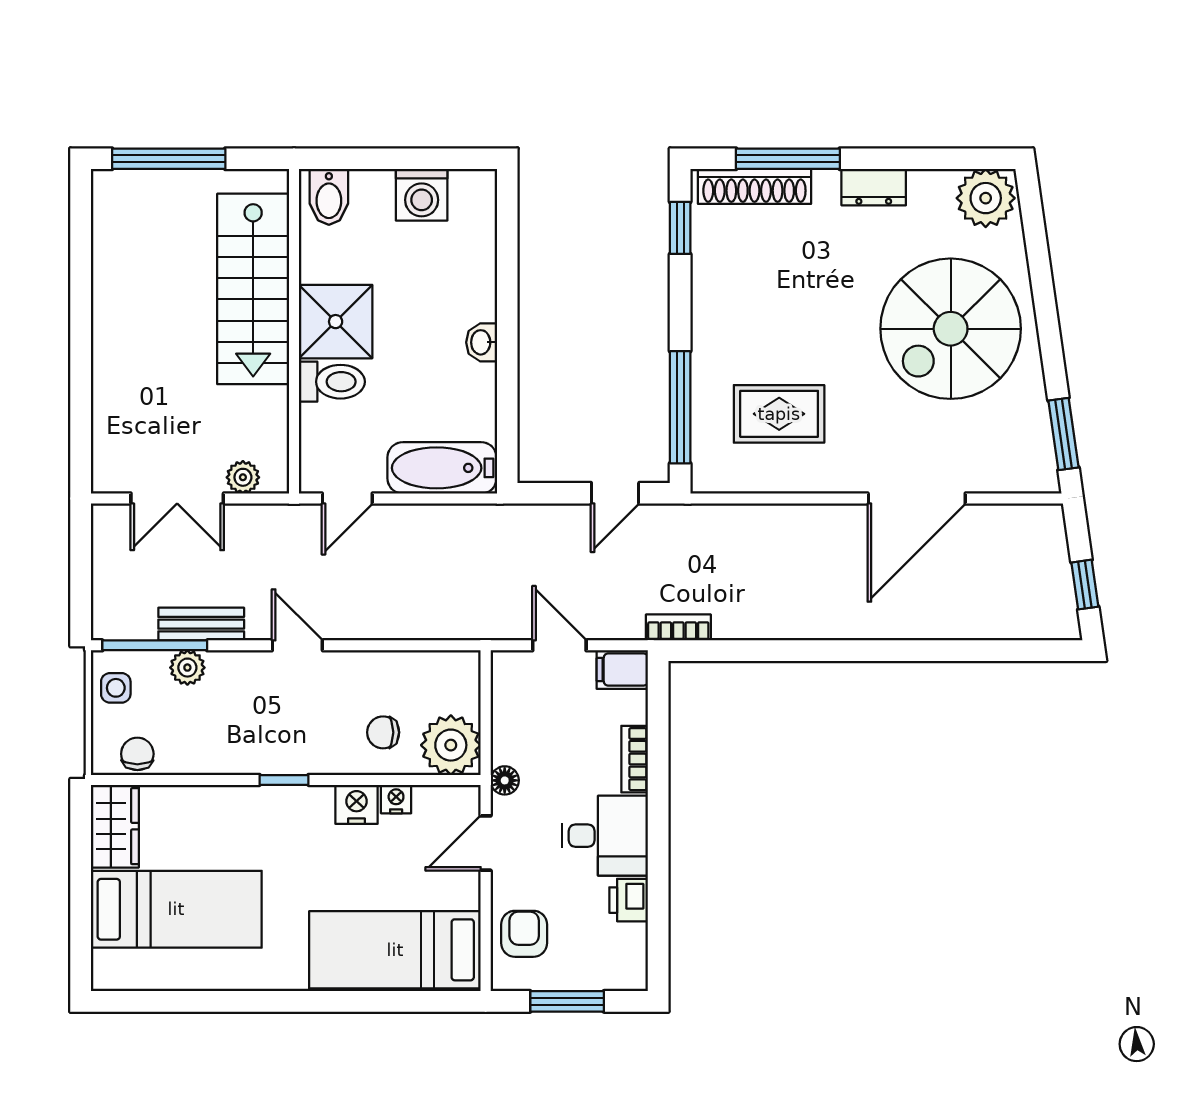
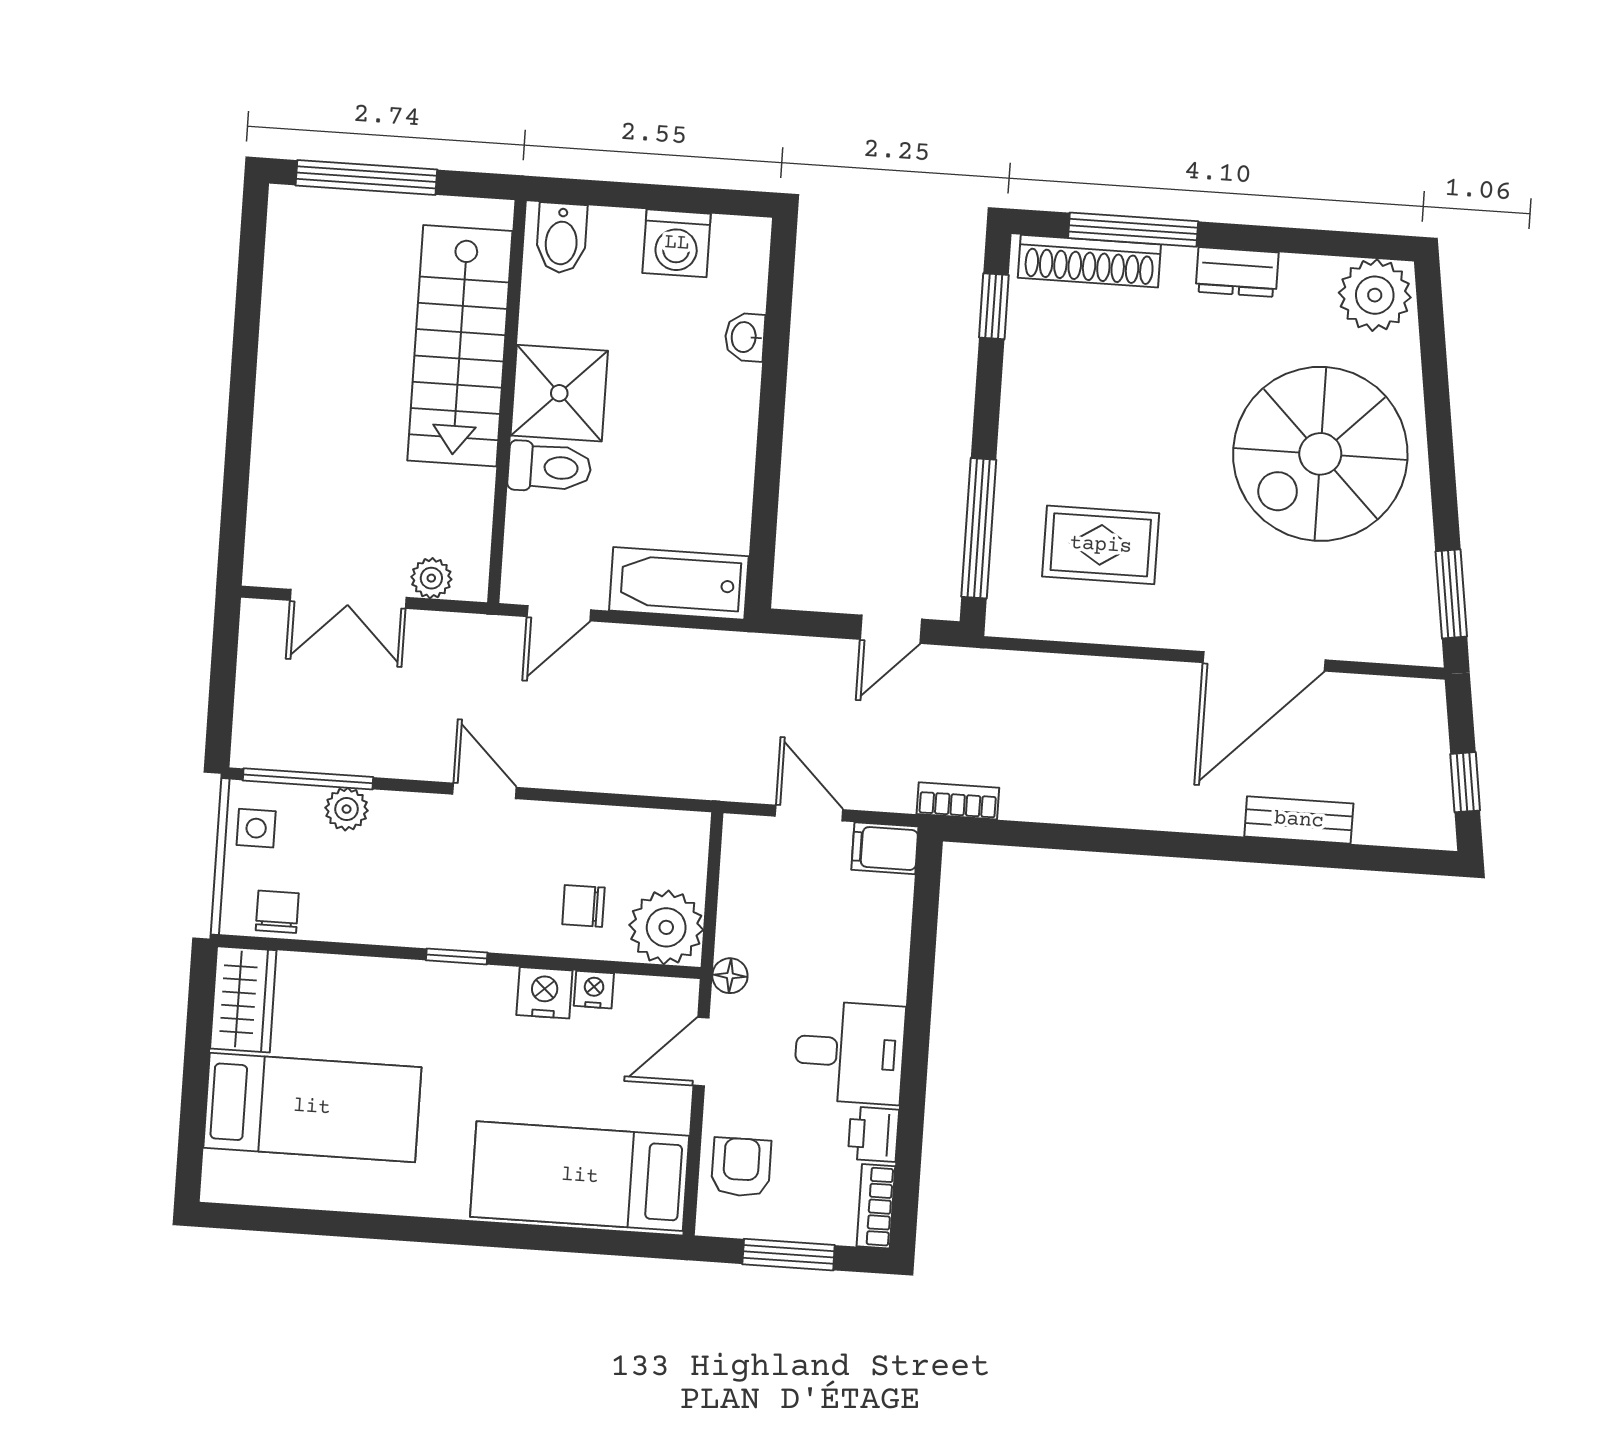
washbasin: (482, 342) -> (745, 337), moved
bench: (201, 624) -> (1299, 820), moved
bookcase: (635, 759) -> (876, 1206), moved

